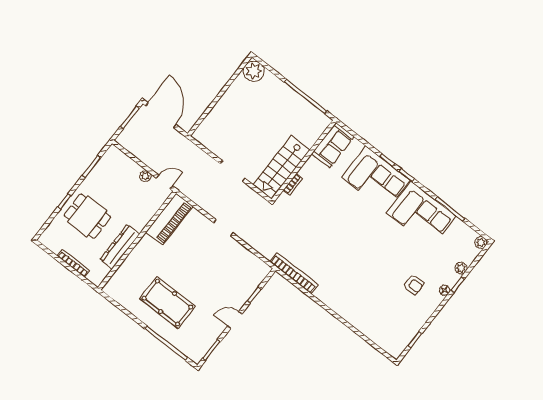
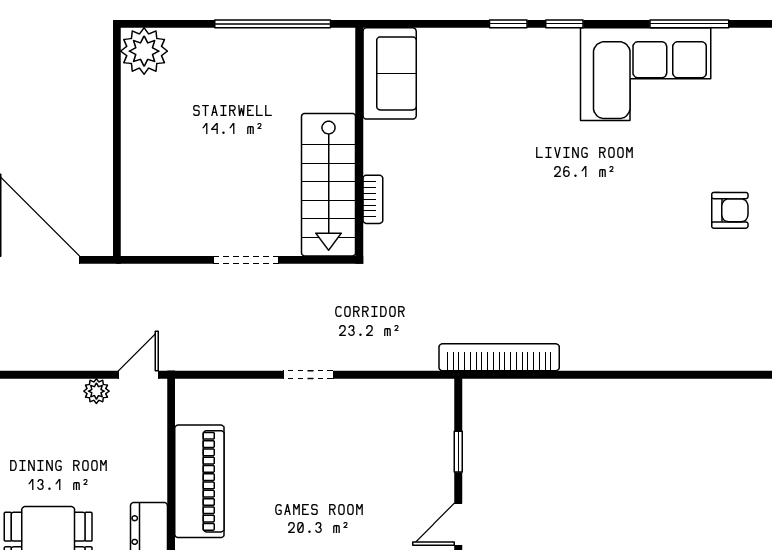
corner sofa: (376, 179) -> (514, 73), removed
piano: (169, 219) -> (199, 481), moved

